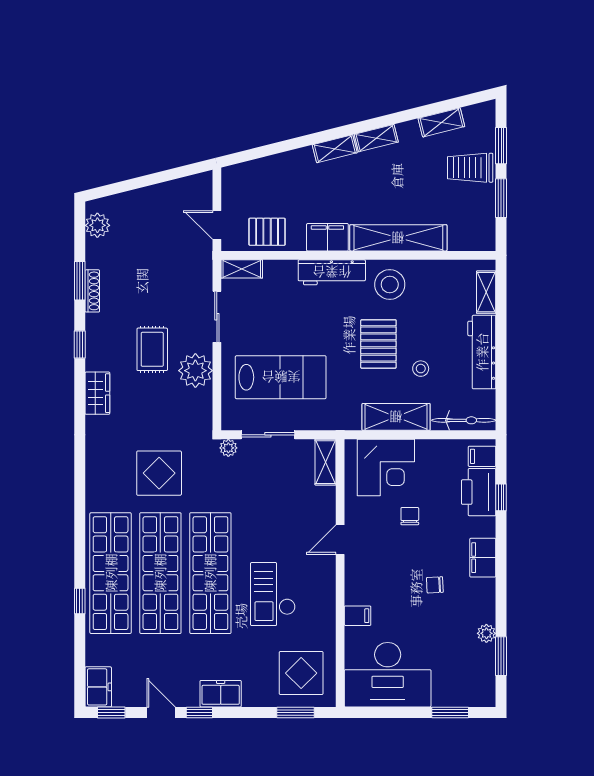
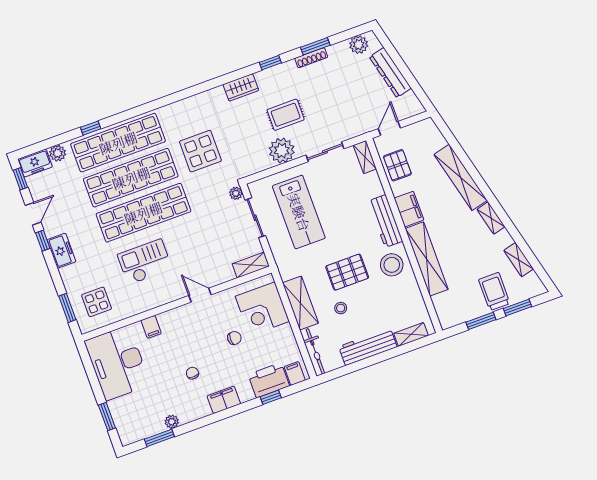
shelving: (335, 149) -> (461, 177), width x2.20, depth x1.33
dresser: (147, 198) -> (390, 73), added
plant: (96, 654) -> (58, 153), added
display table: (301, 673) -> (97, 302), width x0.73, depth x0.73

